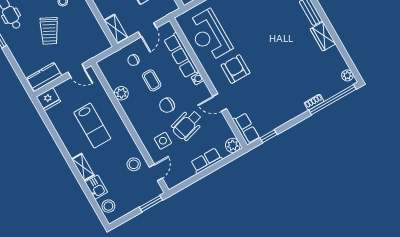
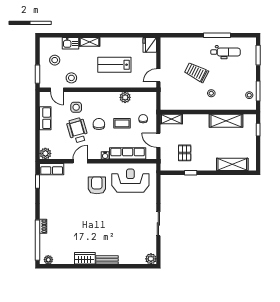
armchair: (236, 69) -> (97, 185), turned -90
kitchen counter: (44, 77) -> (167, 51), removed
row of seats: (206, 161) -> (45, 118), moved
stool: (108, 206) -> (55, 60), moved

